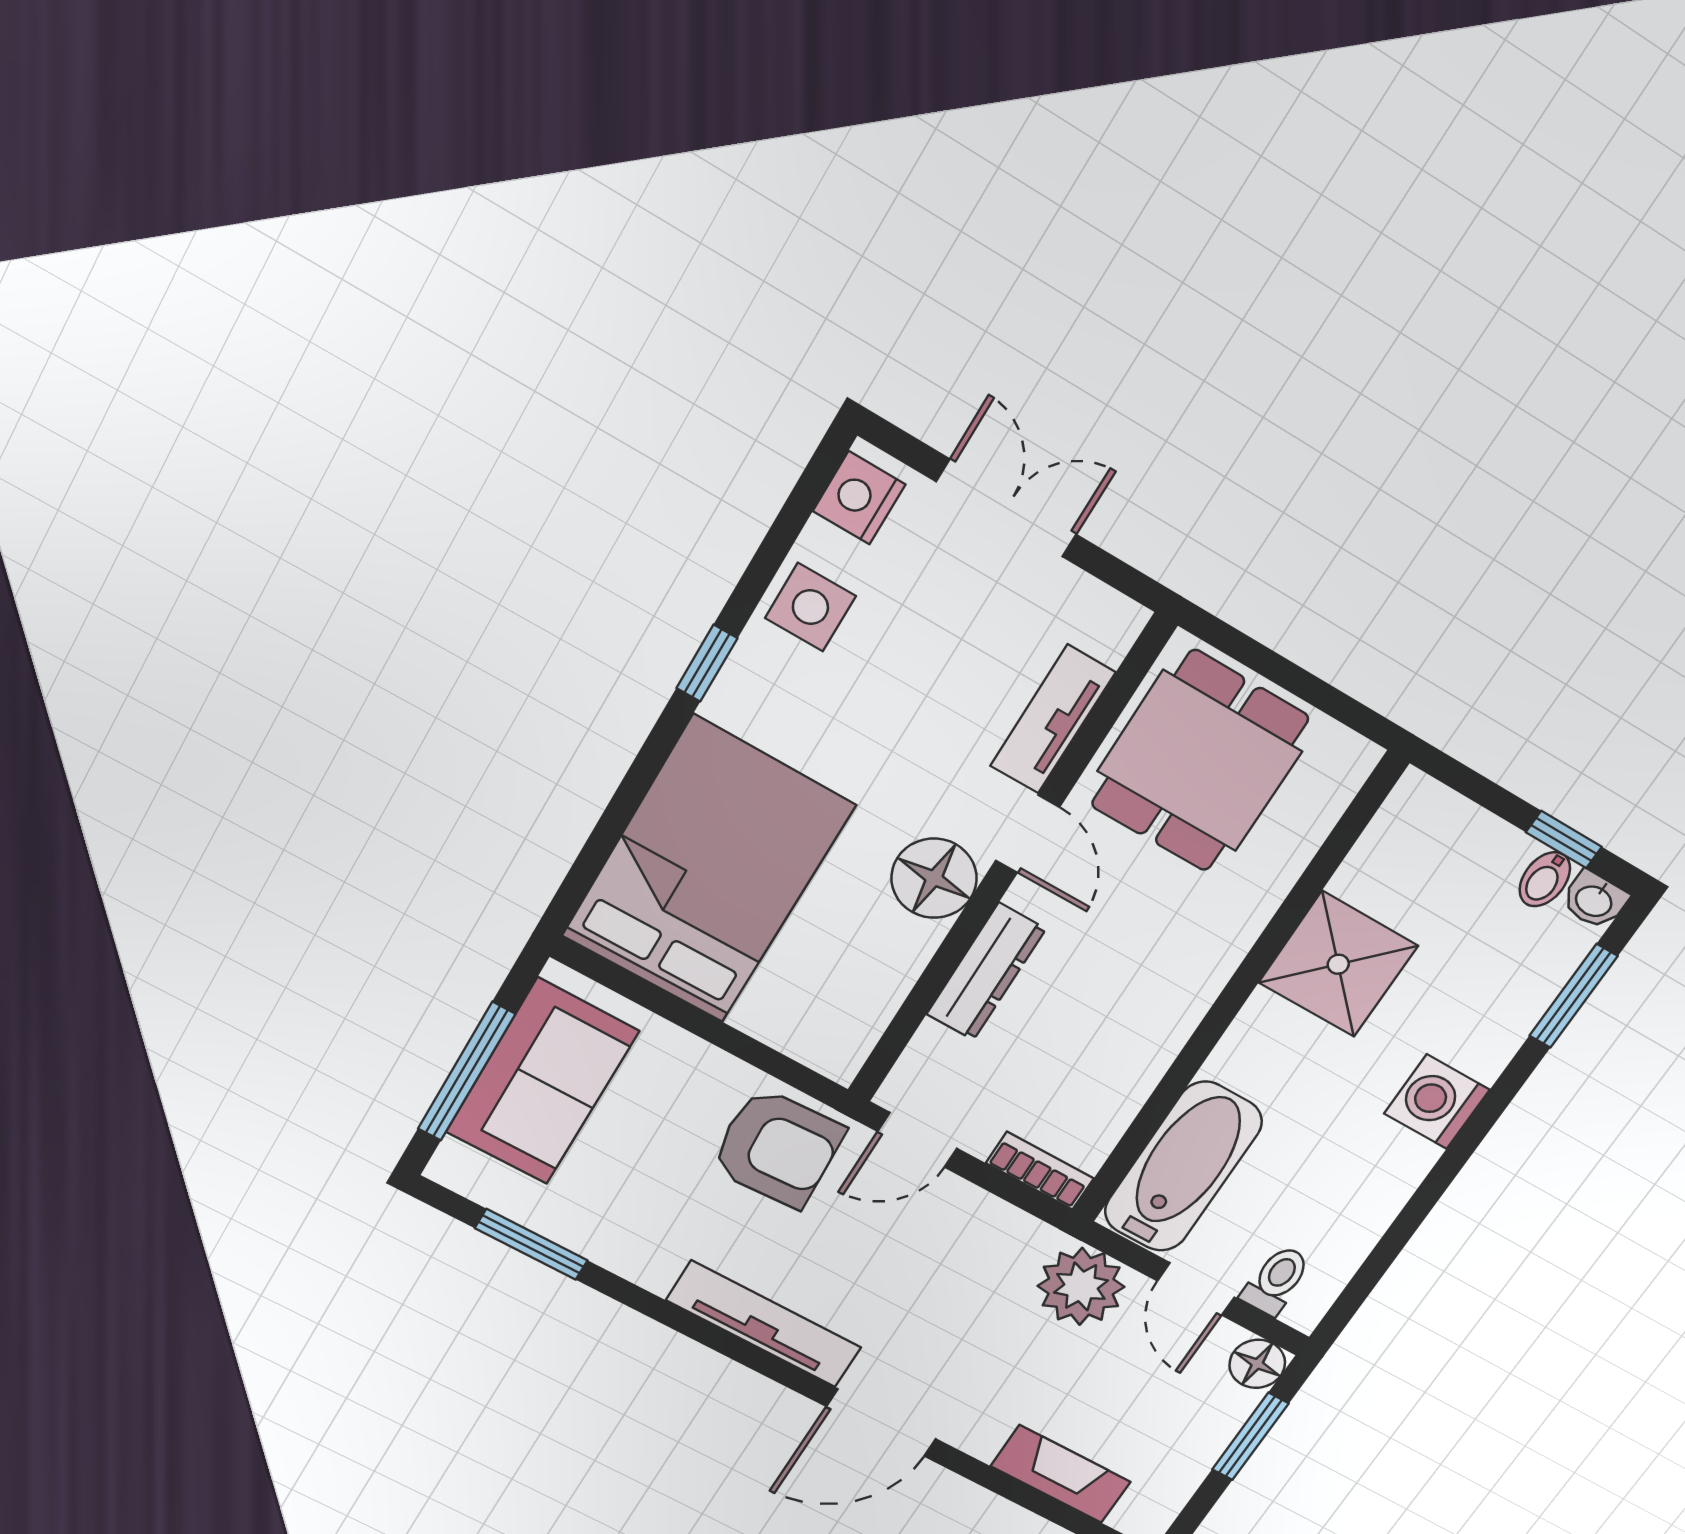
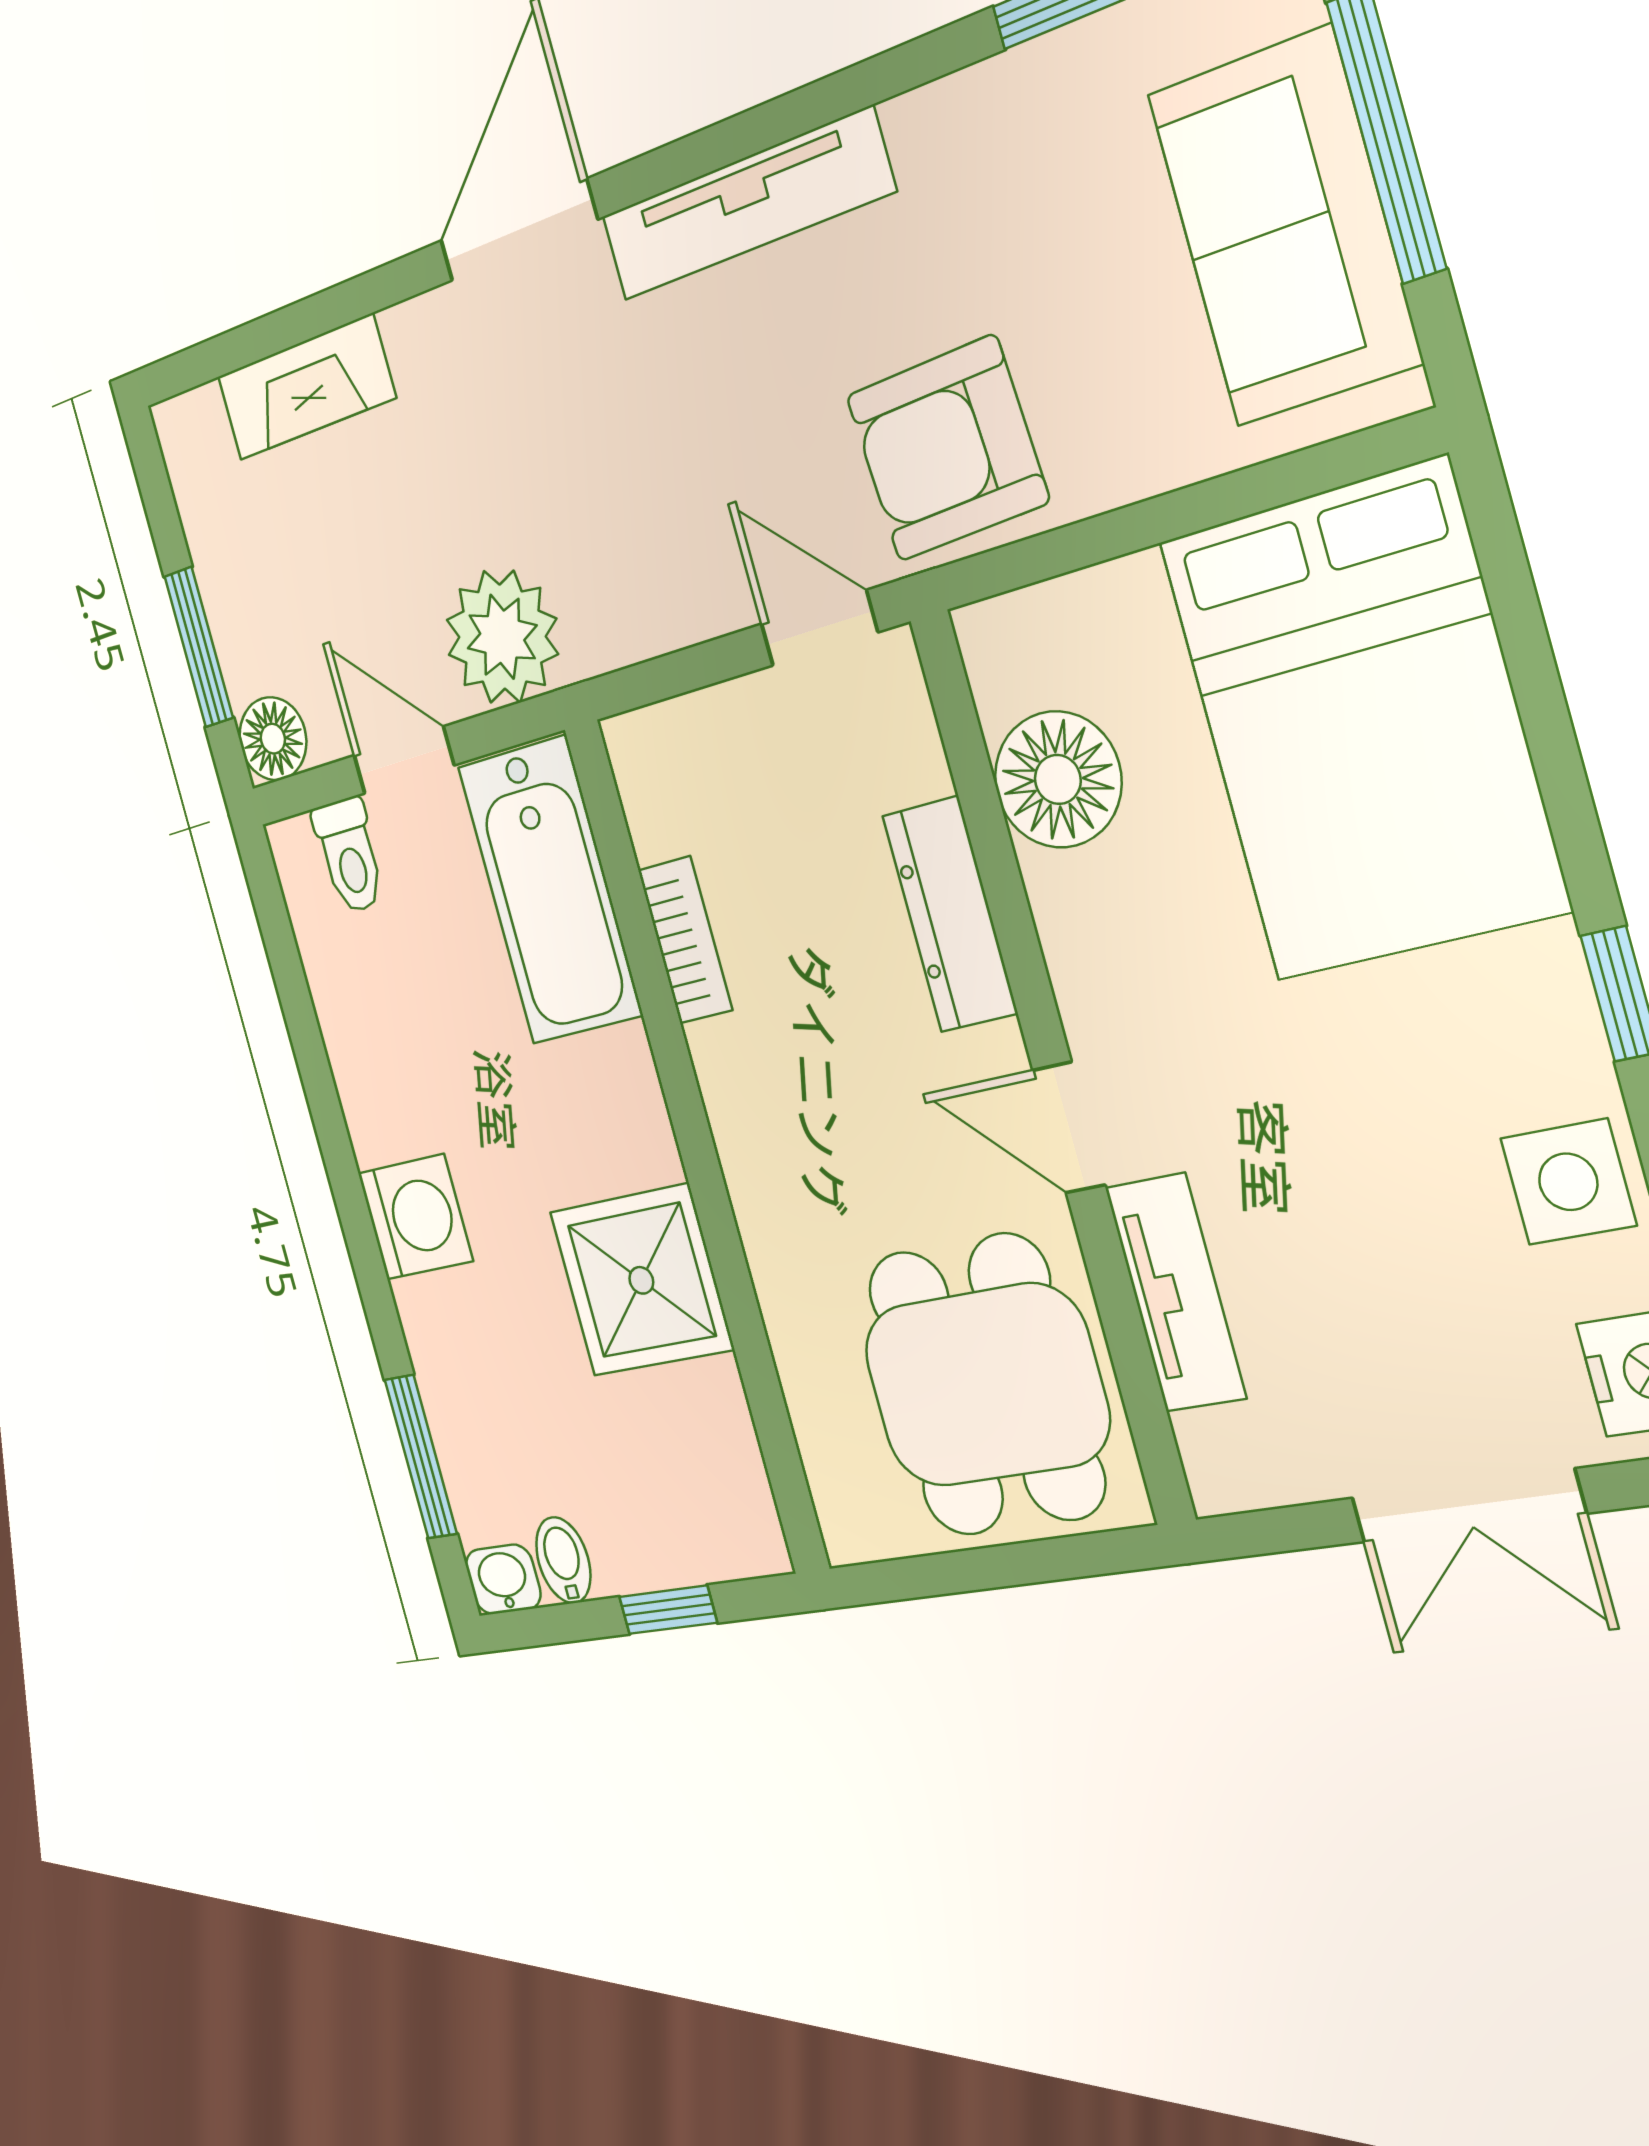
window: (1564, 839) -> (668, 1610), moved
floor lamp: (934, 878) -> (1058, 779), moved
door: (917, 1140) -> (819, 628), hinge flipped
bookcase: (1040, 1171) -> (685, 940), moved, turned -90

